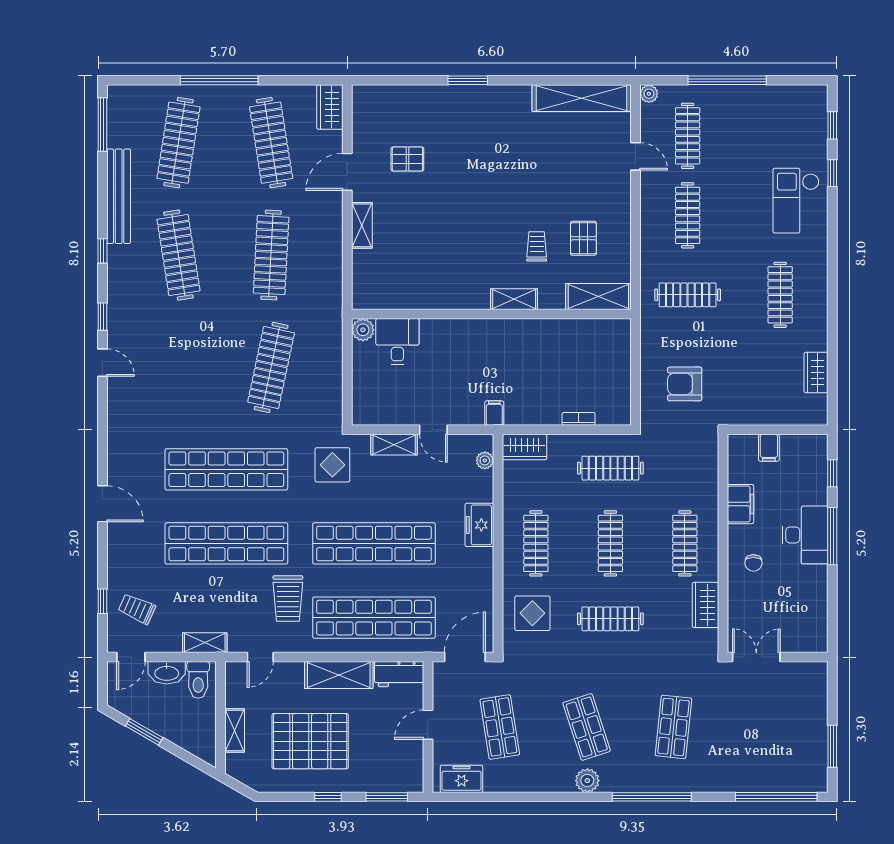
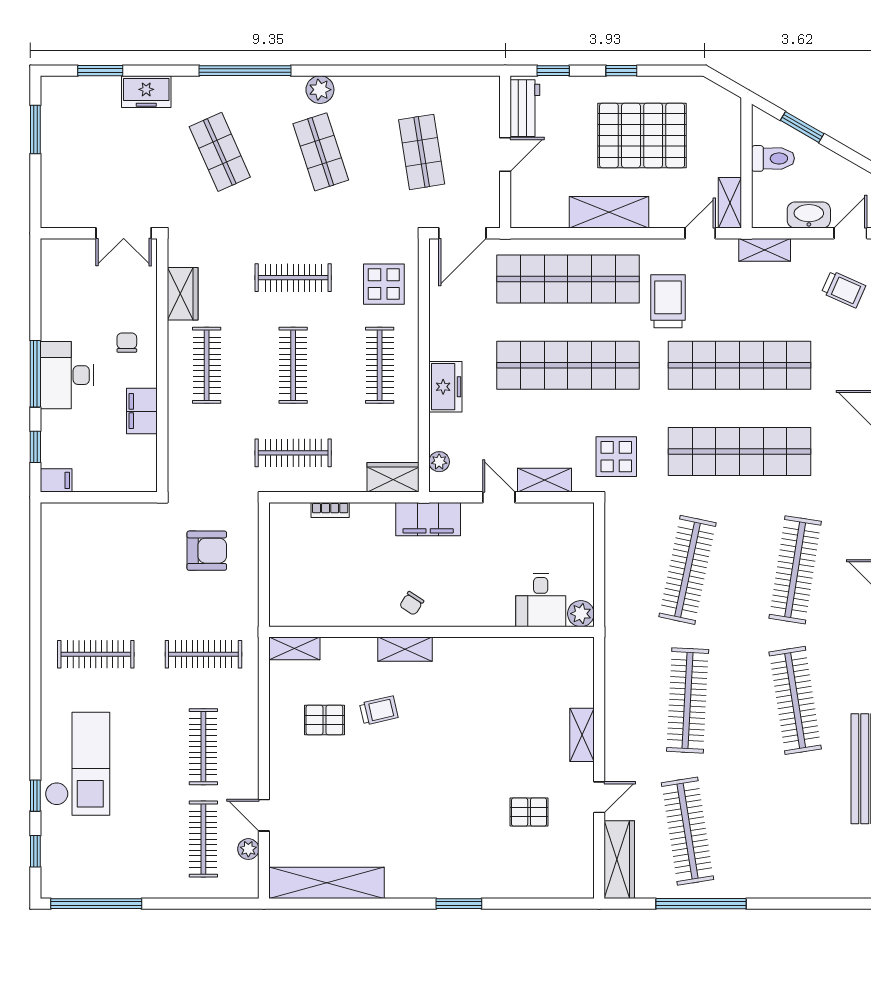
window: (219, 80) -> (701, 904), moved
window: (727, 80) -> (96, 904), moved
plant: (649, 94) -> (248, 849), moved
wardrobe: (330, 107) -> (619, 860), width x1.50
clothes rail: (178, 143) -> (795, 570), moved
door: (347, 172) -> (599, 797), width x0.73
checkout: (796, 201) -> (77, 764), width x1.36, depth x1.21
pallet: (583, 238) -> (324, 720), turned 90
trolley: (537, 246) -> (379, 710), turned -103
clothes rail: (780, 295) -> (96, 654), turned 90
shelving: (598, 297) -> (294, 648), width x0.67, depth x0.75
chair: (508, 339) -> (412, 603), added
wardrobe: (816, 372) -> (54, 564), removed
filing cabinet: (494, 413) -> (428, 519), width x3.00, depth x1.17
filing cabinet: (769, 448) -> (56, 480), moved, turned 90
workbench: (399, 674) -> (525, 108), moved, turned 90
toilet: (198, 680) -> (773, 158), moved, turned 90
shop shelf: (673, 727) -> (220, 152), turned -30
shelving: (235, 730) -> (730, 203), moved
window: (144, 732) -> (802, 127), moved
freezer: (461, 779) -> (146, 92), moved
window: (387, 797) -> (553, 71), width x0.67
window: (776, 797) -> (100, 71), width x0.47

